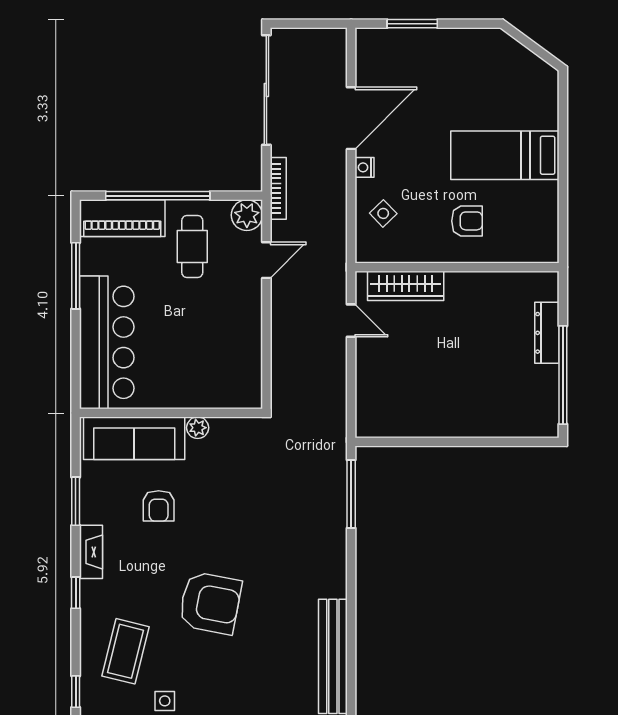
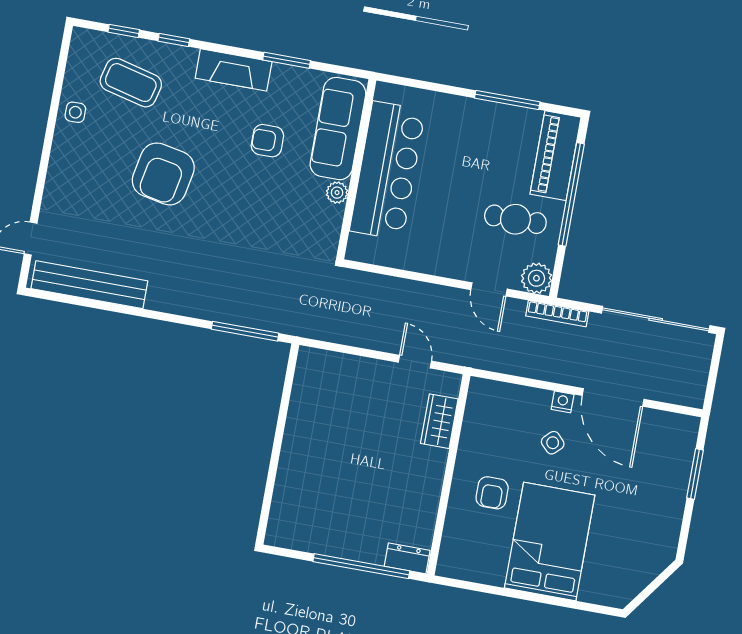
bed: (505, 155) -> (550, 541), width x1.50
side table: (383, 213) -> (553, 443), moved
wardrobe: (406, 286) -> (439, 421), width x0.67
door: (351, 321) -> (415, 362), swing flipped
dresser: (547, 333) -> (407, 558), moved, width x0.70
bar counter: (107, 342) -> (387, 170), moved, turned -90
window: (563, 375) -> (361, 566), moved
fireplace: (91, 552) -> (234, 70), width x1.37, depth x1.32
window: (76, 593) -> (174, 40), moved
window: (76, 692) -> (124, 31), moved

